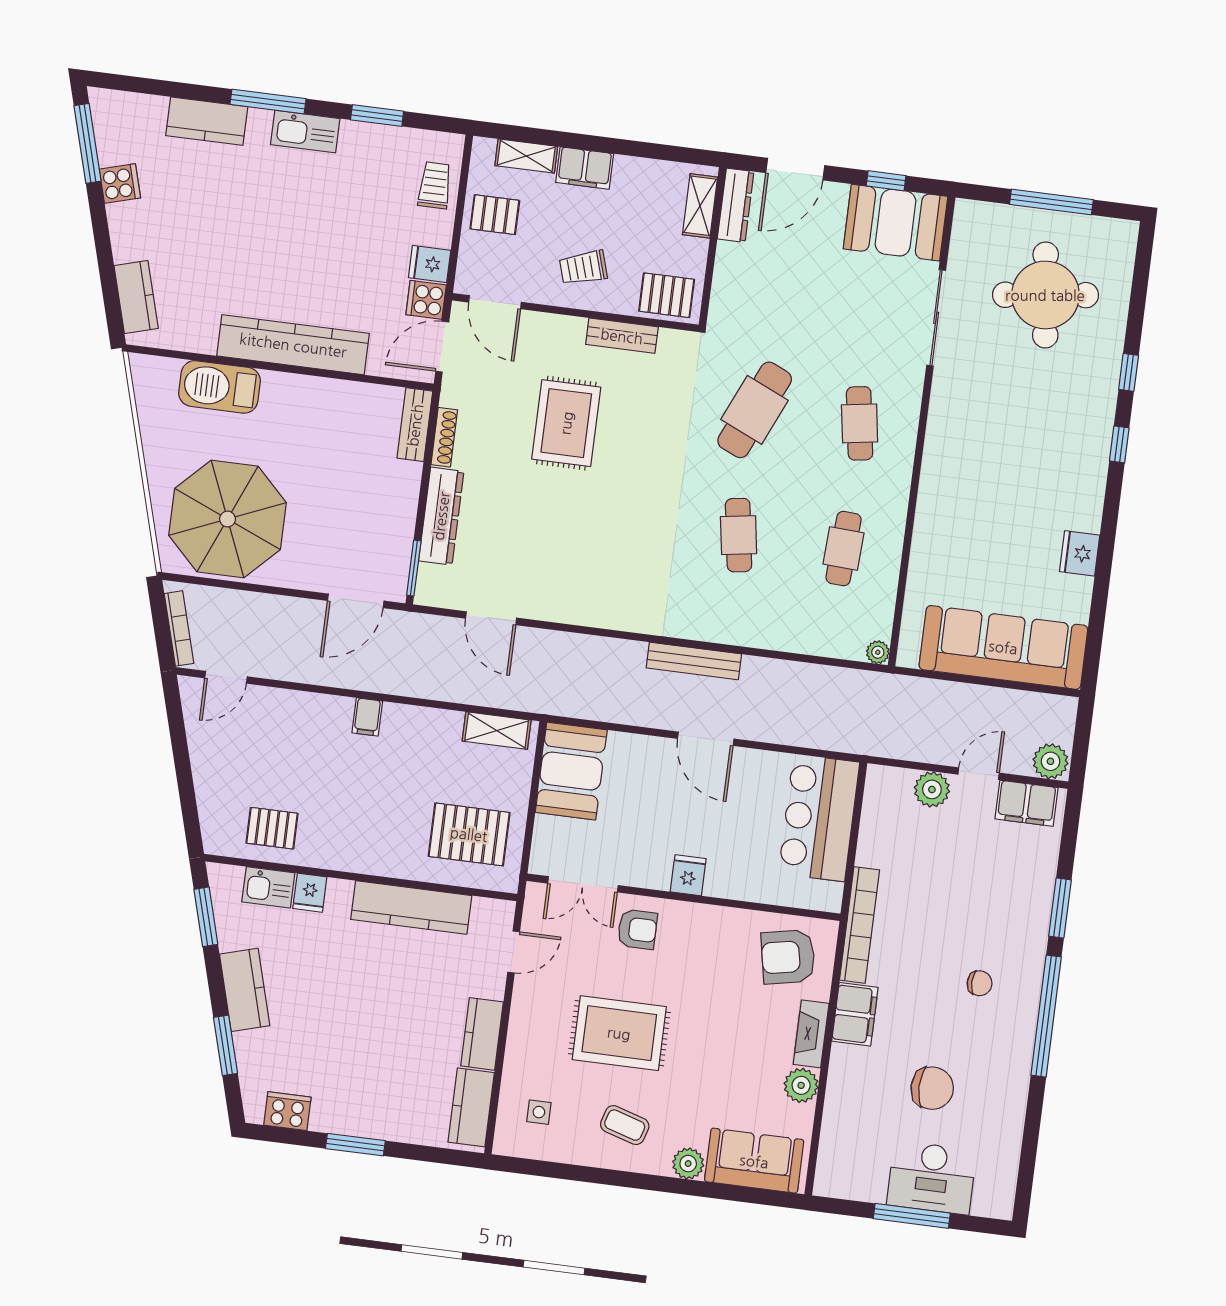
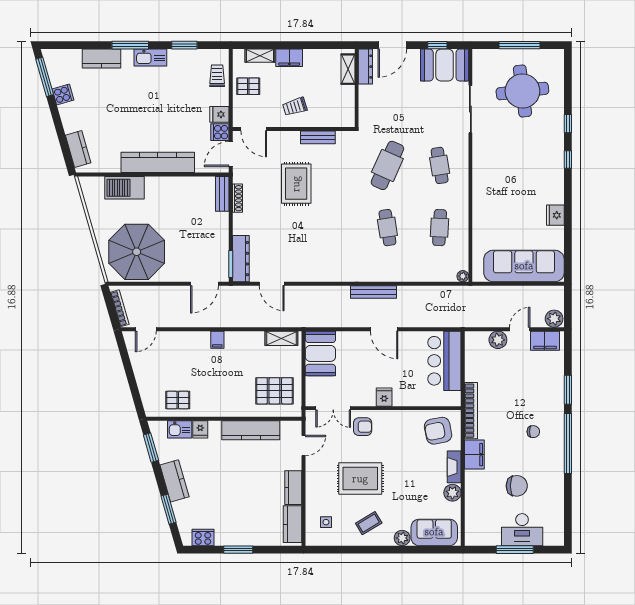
pallet: (667, 295) -> (337, 115), removed
dresser: (441, 516) -> (241, 259), moved
coffee table: (625, 1125) -> (369, 523), turned -48

